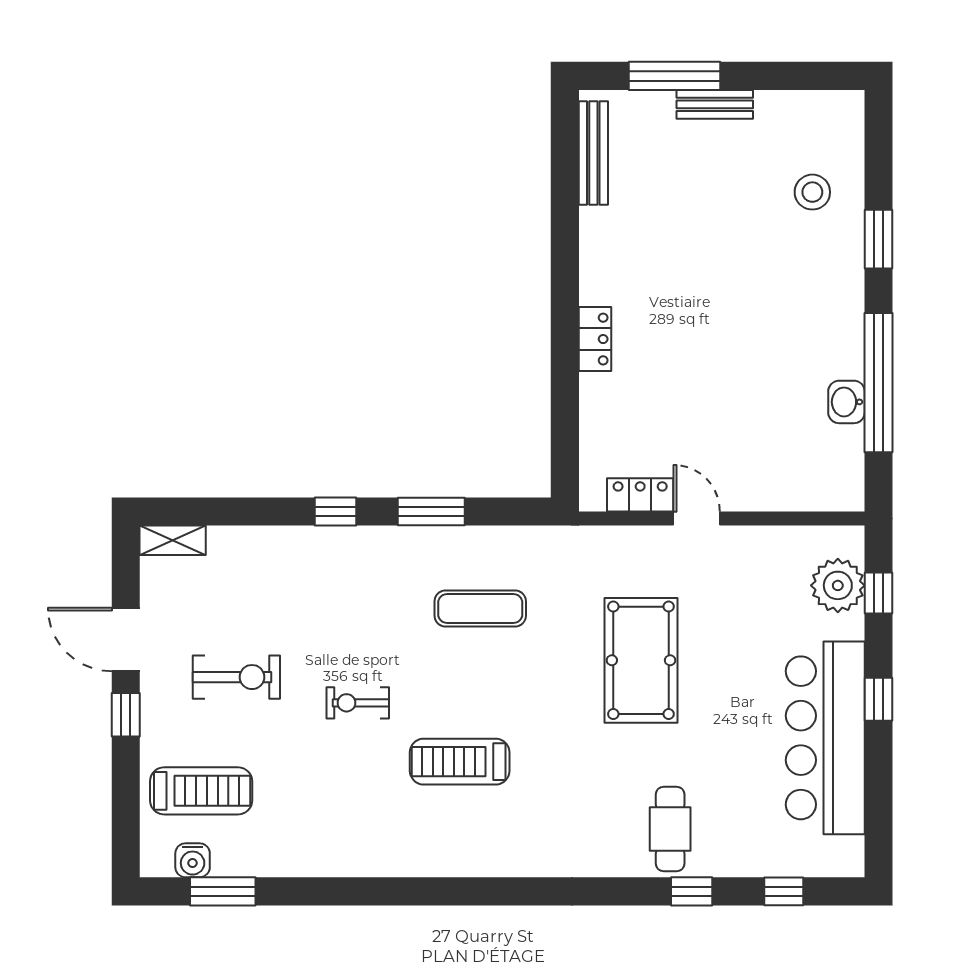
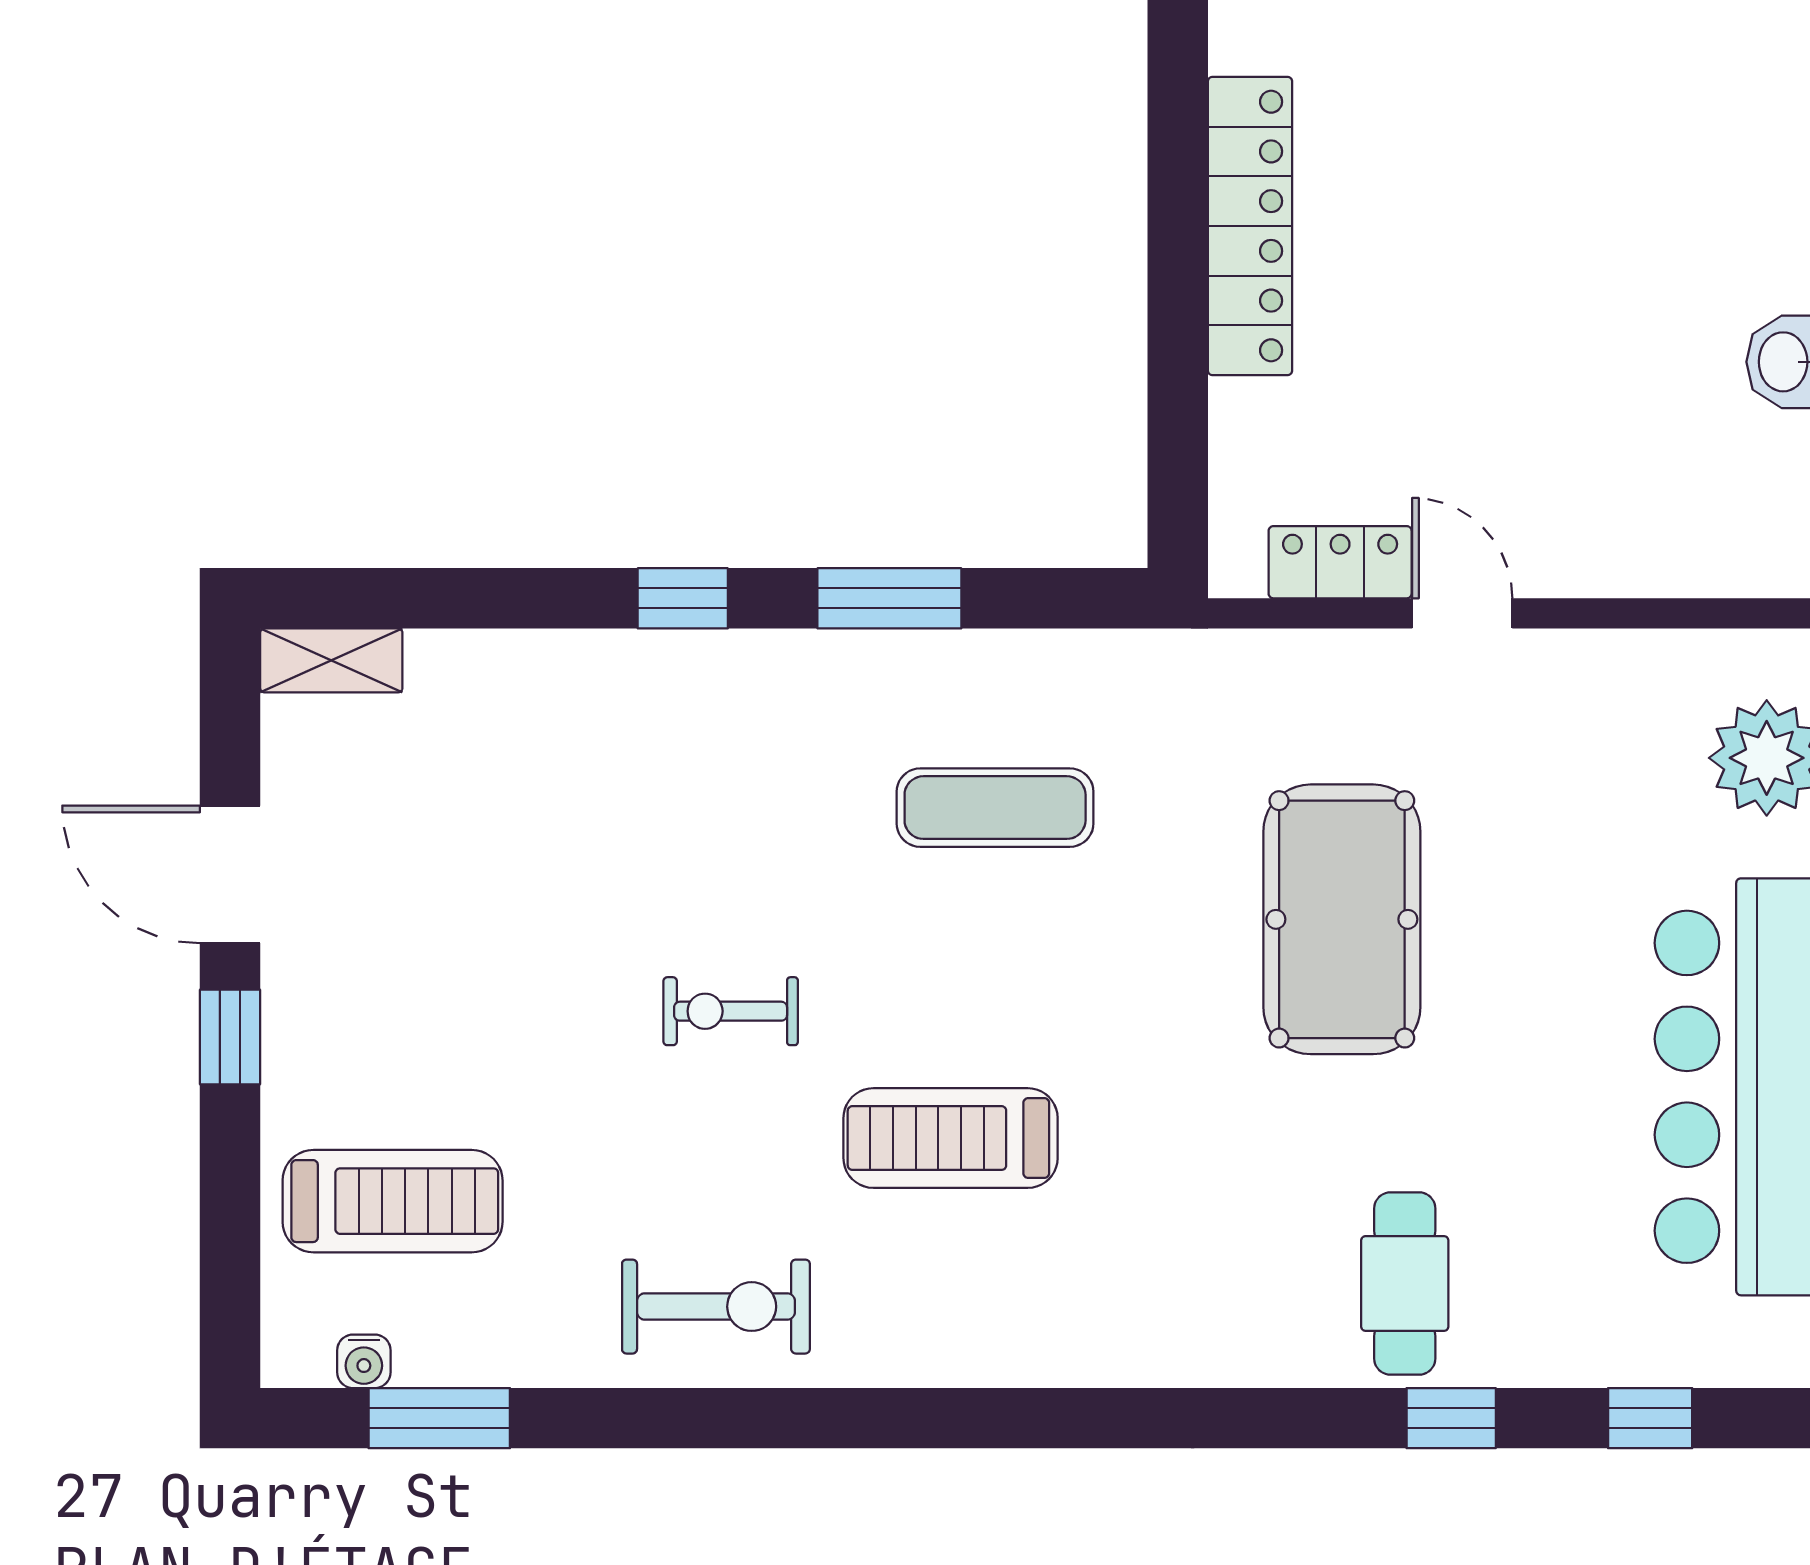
locker: (595, 339) -> (1250, 226), width x2.16, depth x1.21
exercise bike: (236, 677) -> (716, 1307), moved
water cooler: (193, 860) -> (364, 1361), width x0.72, depth x0.72

